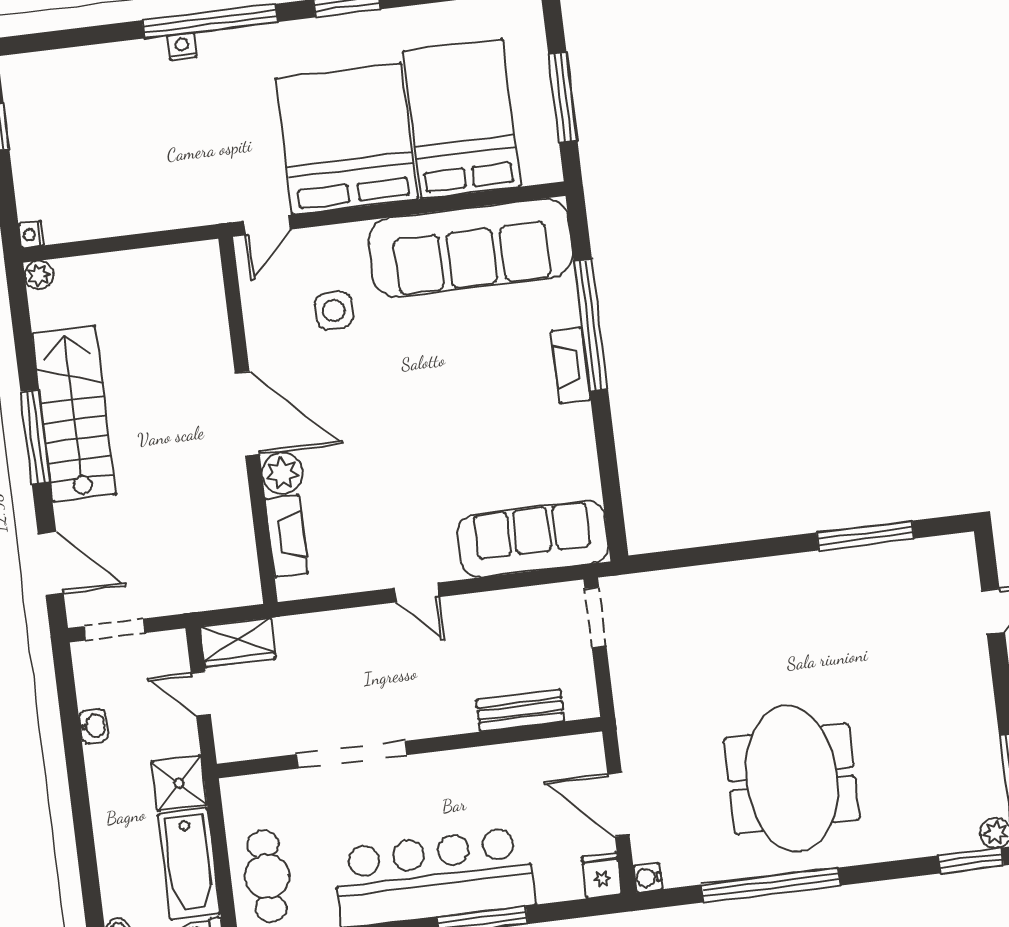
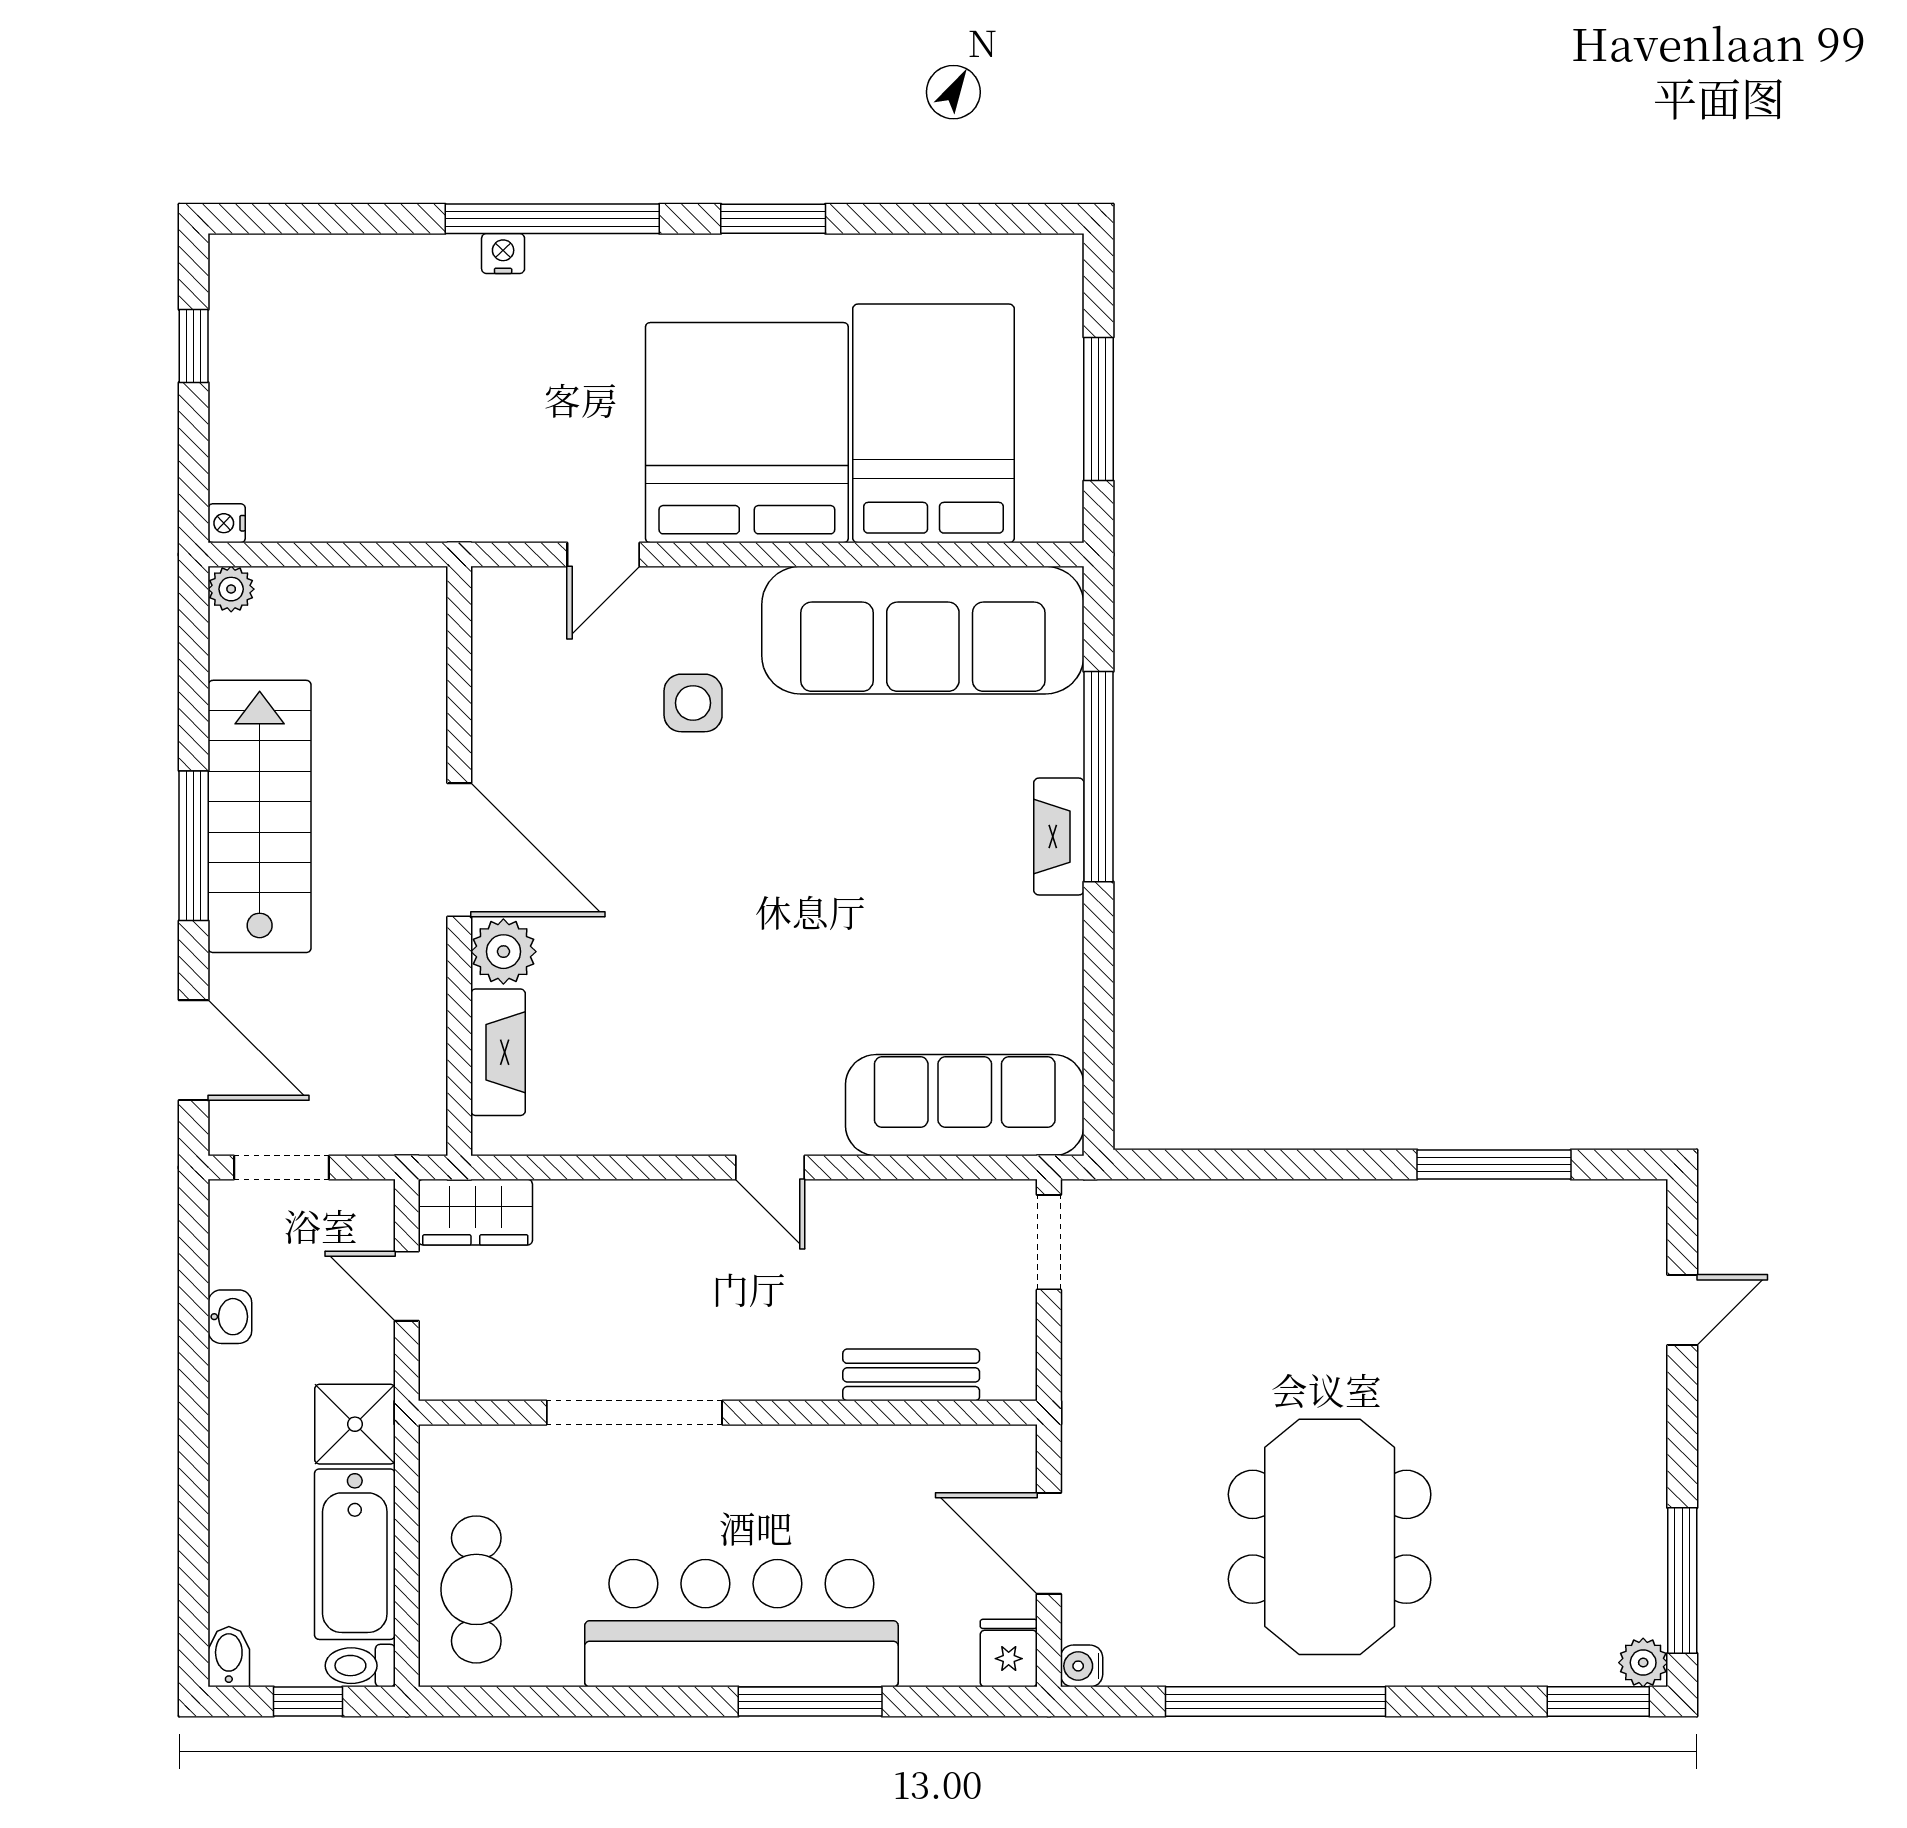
door: (247, 414) -> (459, 850), moved
wall: (248, 420) -> (459, 861), moved
plant: (282, 473) -> (503, 952), moved
fireplace: (287, 536) -> (498, 1052), moved

